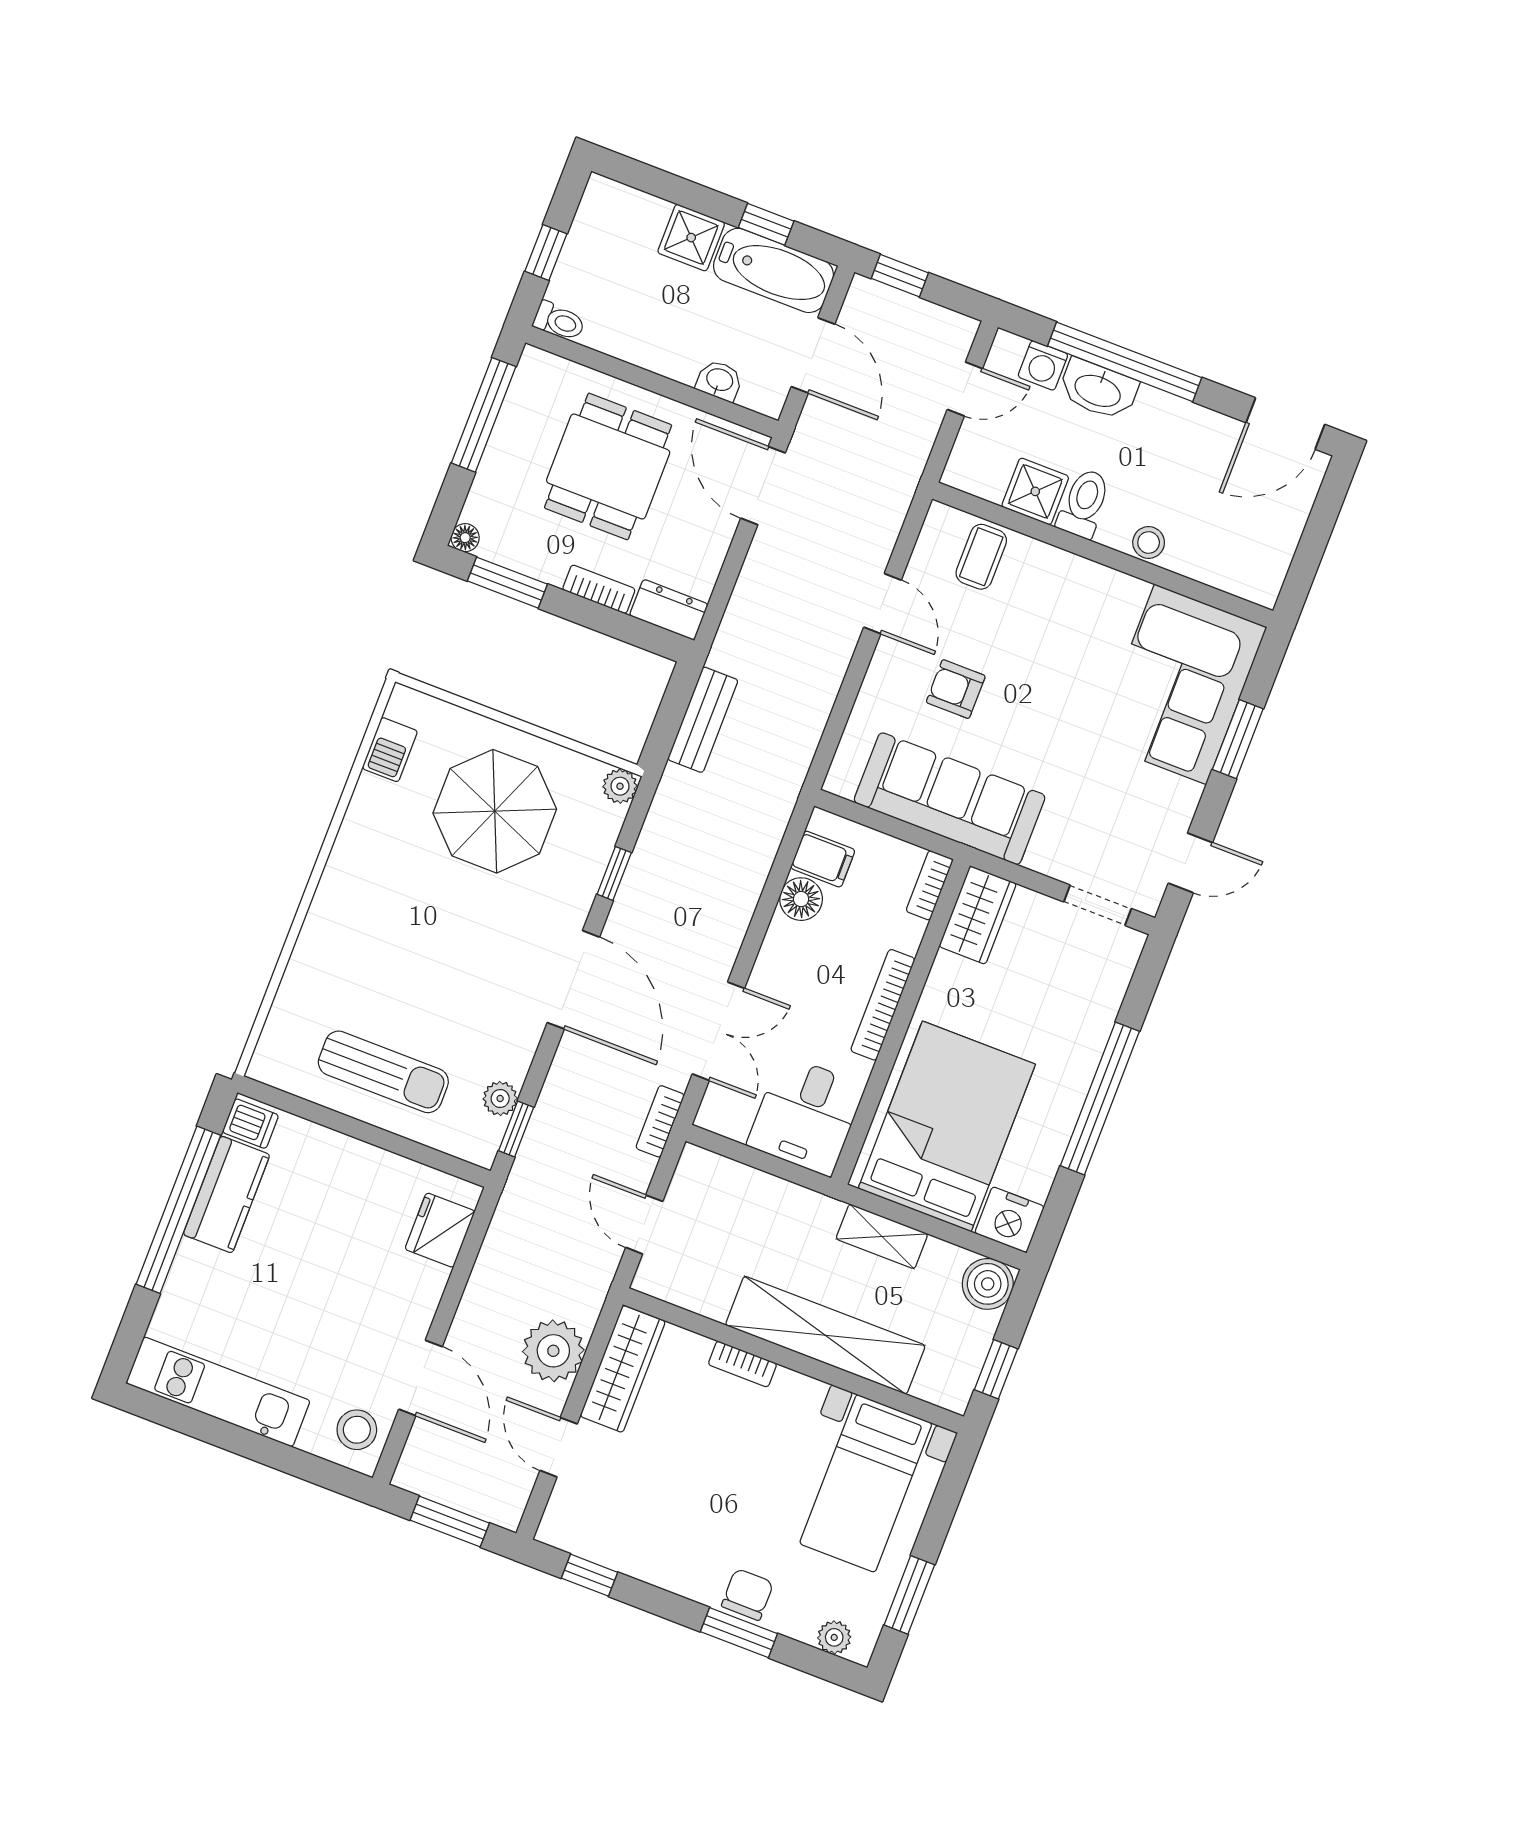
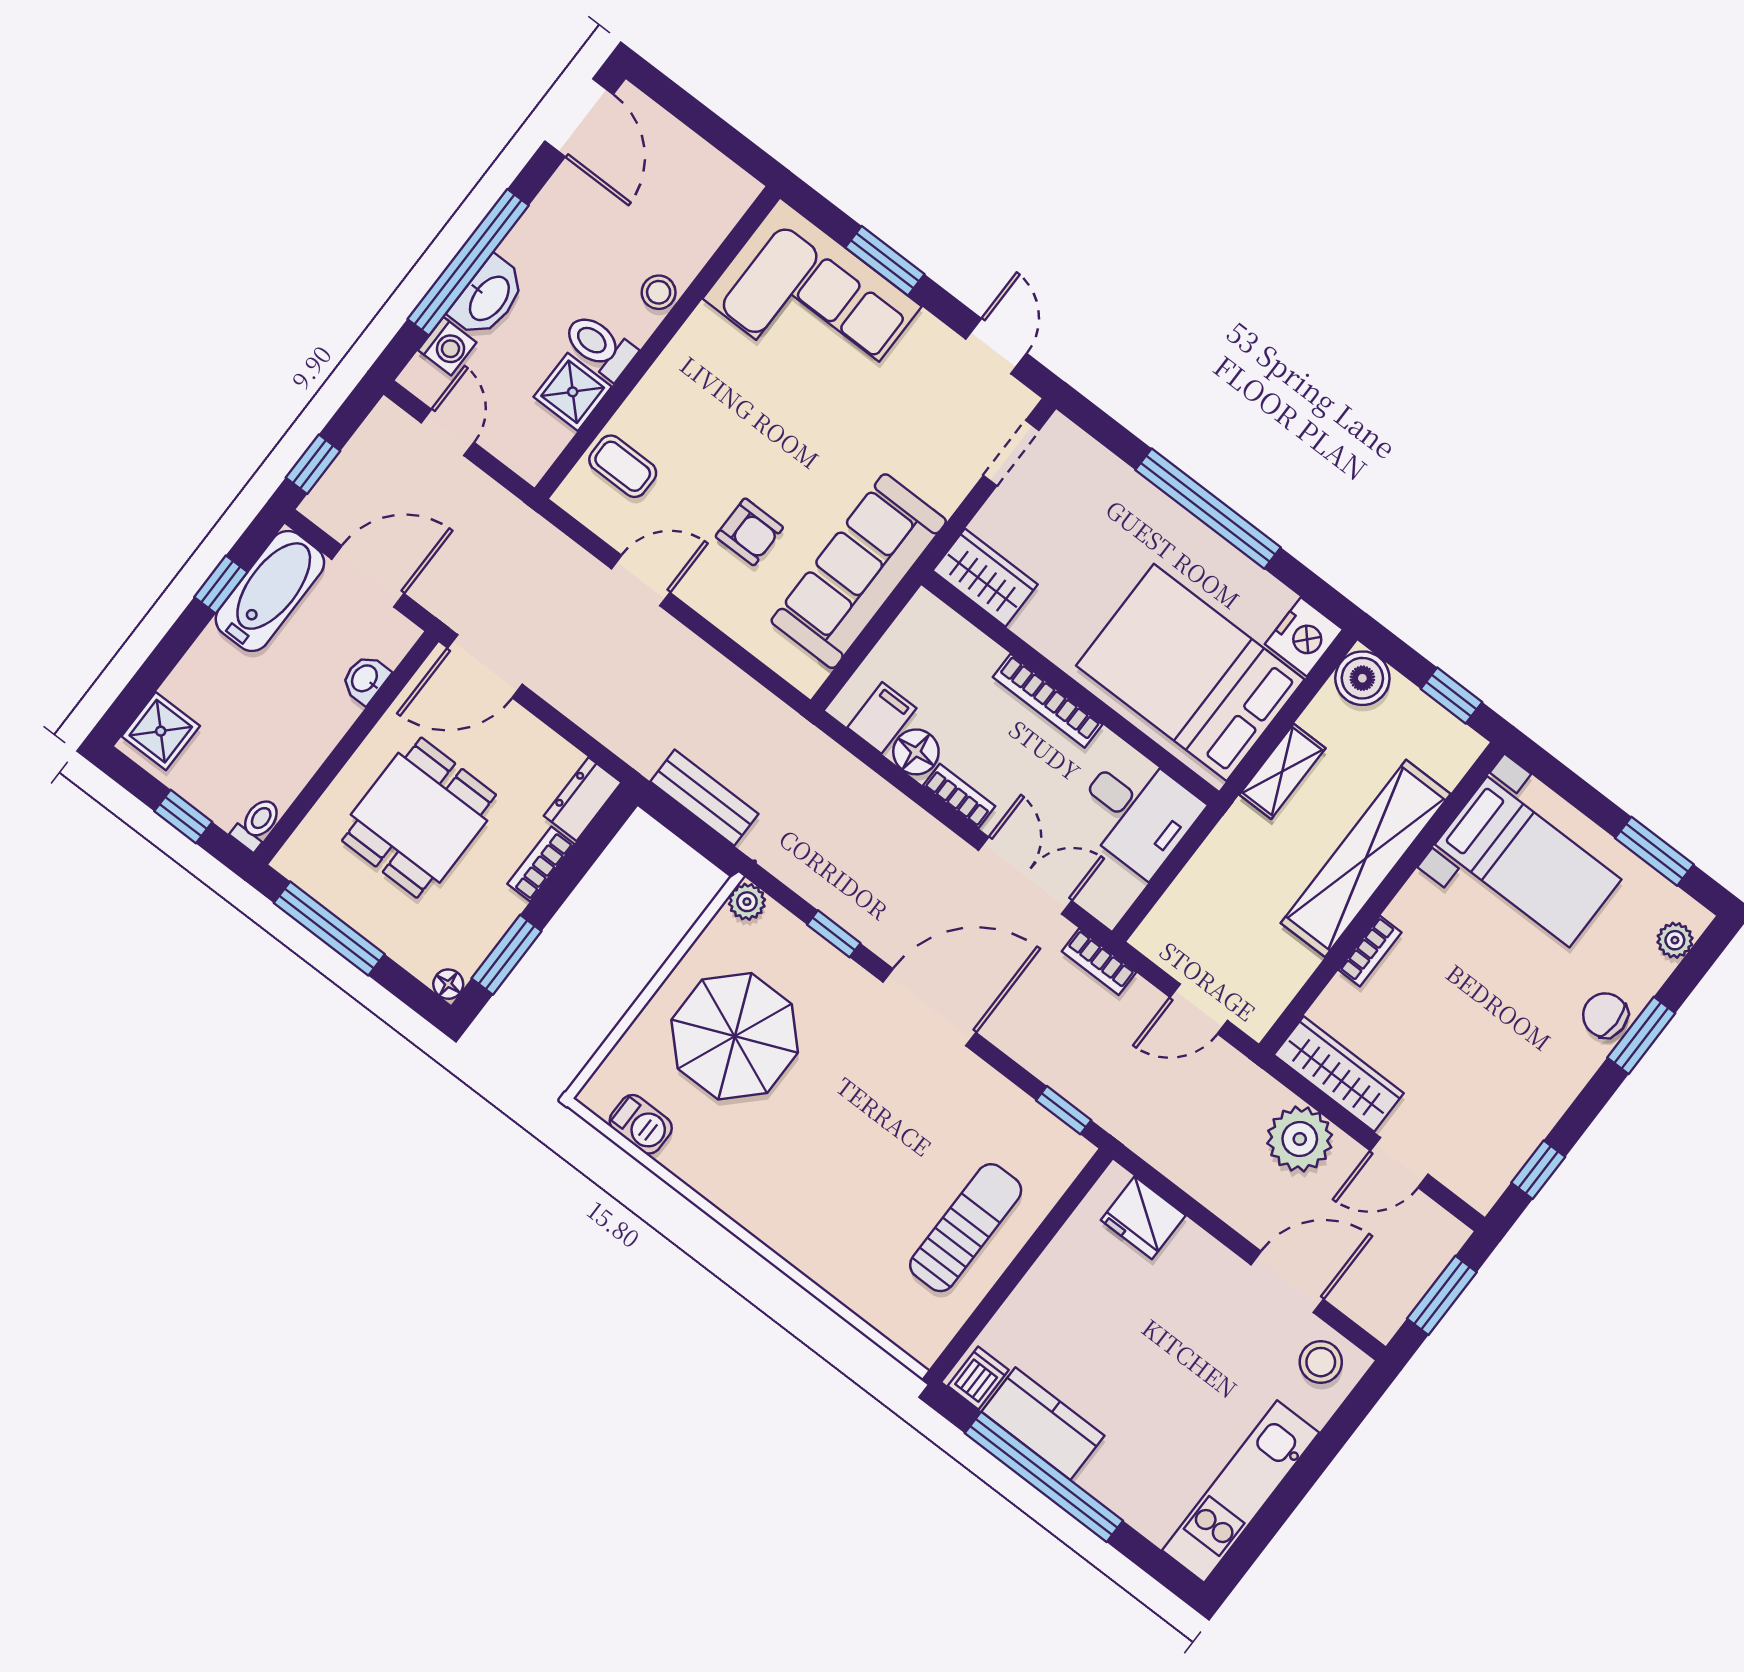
shower: (691, 238) -> (161, 731), moved
dining table: (608, 466) -> (419, 818), turned 90
armchair: (956, 689) -> (749, 532), turned -90
bookcase: (930, 885) -> (959, 796), moved, turned 180
plant: (500, 1098) -> (1028, 1117), removed

